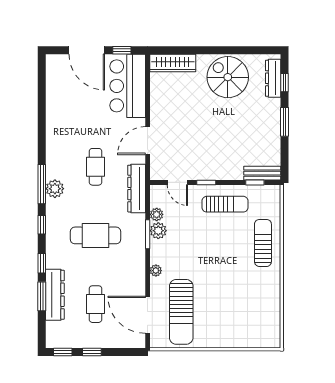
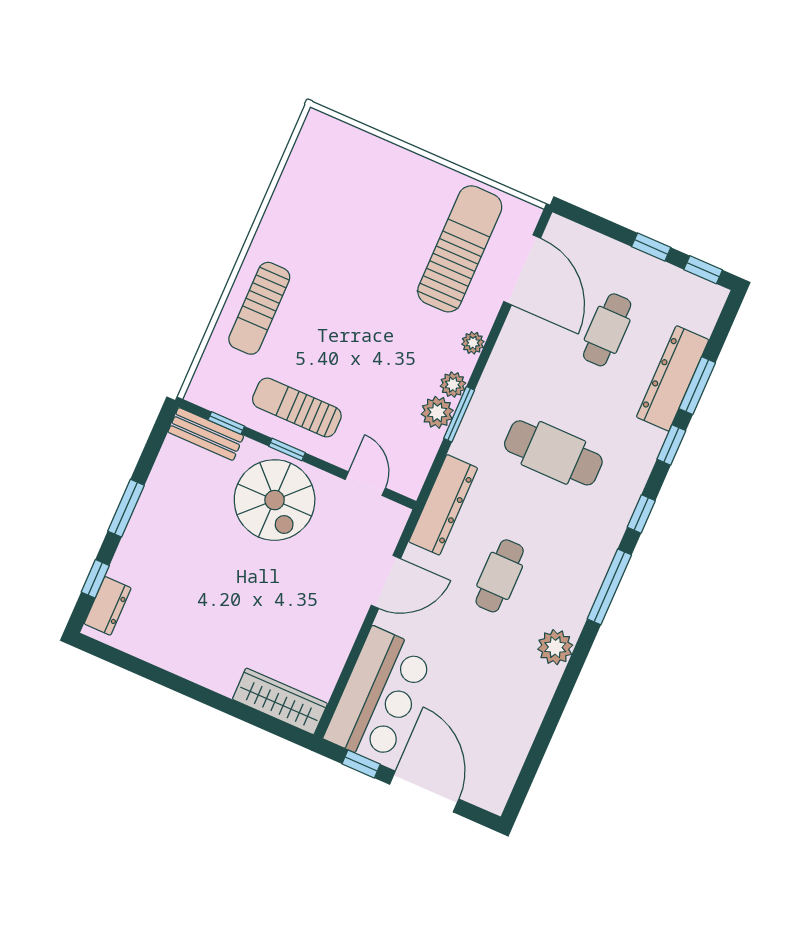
spiral stairs: (228, 77) -> (275, 500), moved
dresser: (273, 78) -> (108, 606), width x0.70
window: (206, 182) -> (287, 450), moved
plant: (55, 189) -> (555, 647), moved
plant: (157, 214) -> (453, 385), moved

